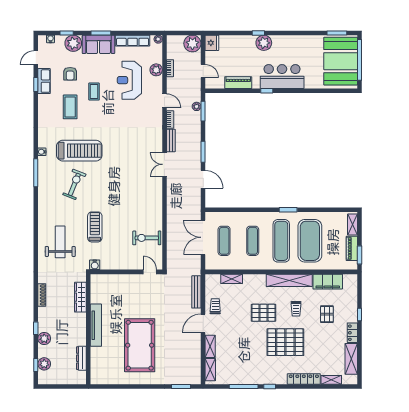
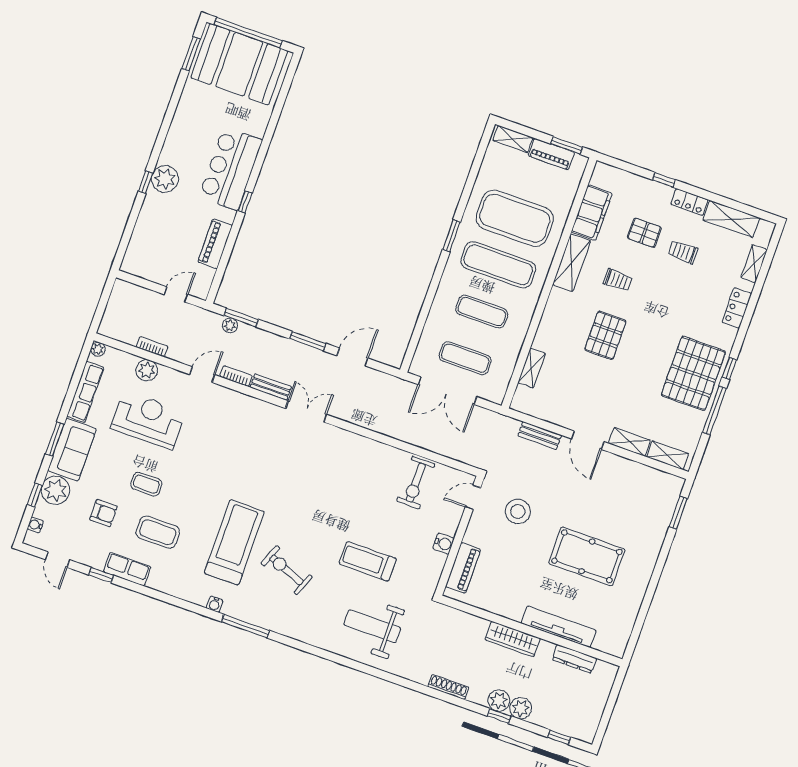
plant: (192, 43) -> (125, 296), removed
fridge: (212, 43) -> (135, 264), removed
reception desk: (129, 80) -> (148, 420), turned 180
row of seats: (44, 81) -> (127, 569), moved
double door: (164, 164) -> (306, 411), swing flipped
water cooler: (95, 265) -> (444, 543), moved
piano: (110, 280) -> (463, 568), added
shelving: (289, 280) -> (572, 263), width x0.68
bench: (196, 292) -> (540, 436), width x0.73
wardrobe: (80, 297) -> (513, 639), moved
stool: (151, 299) -> (518, 511), added
trolley: (215, 306) -> (683, 252), moved
tv unit: (96, 325) -> (559, 627), moved
pallet: (285, 342) -> (693, 373), moved
pool table: (140, 345) -> (587, 556), width x0.73, depth x0.76
plant: (44, 364) -> (499, 701), moved
locker: (304, 379) -> (737, 308), width x0.66

